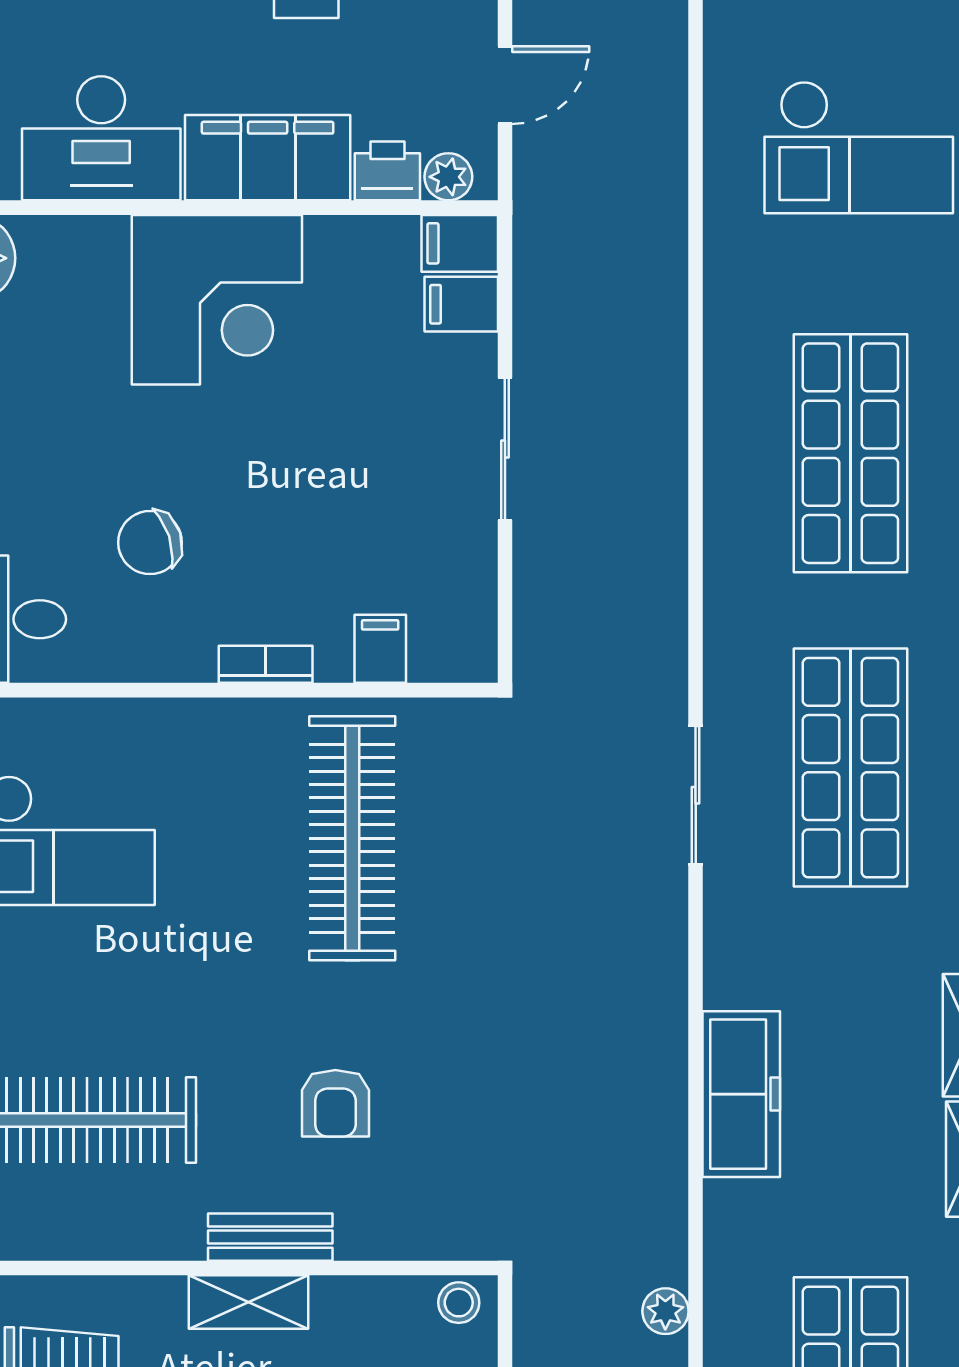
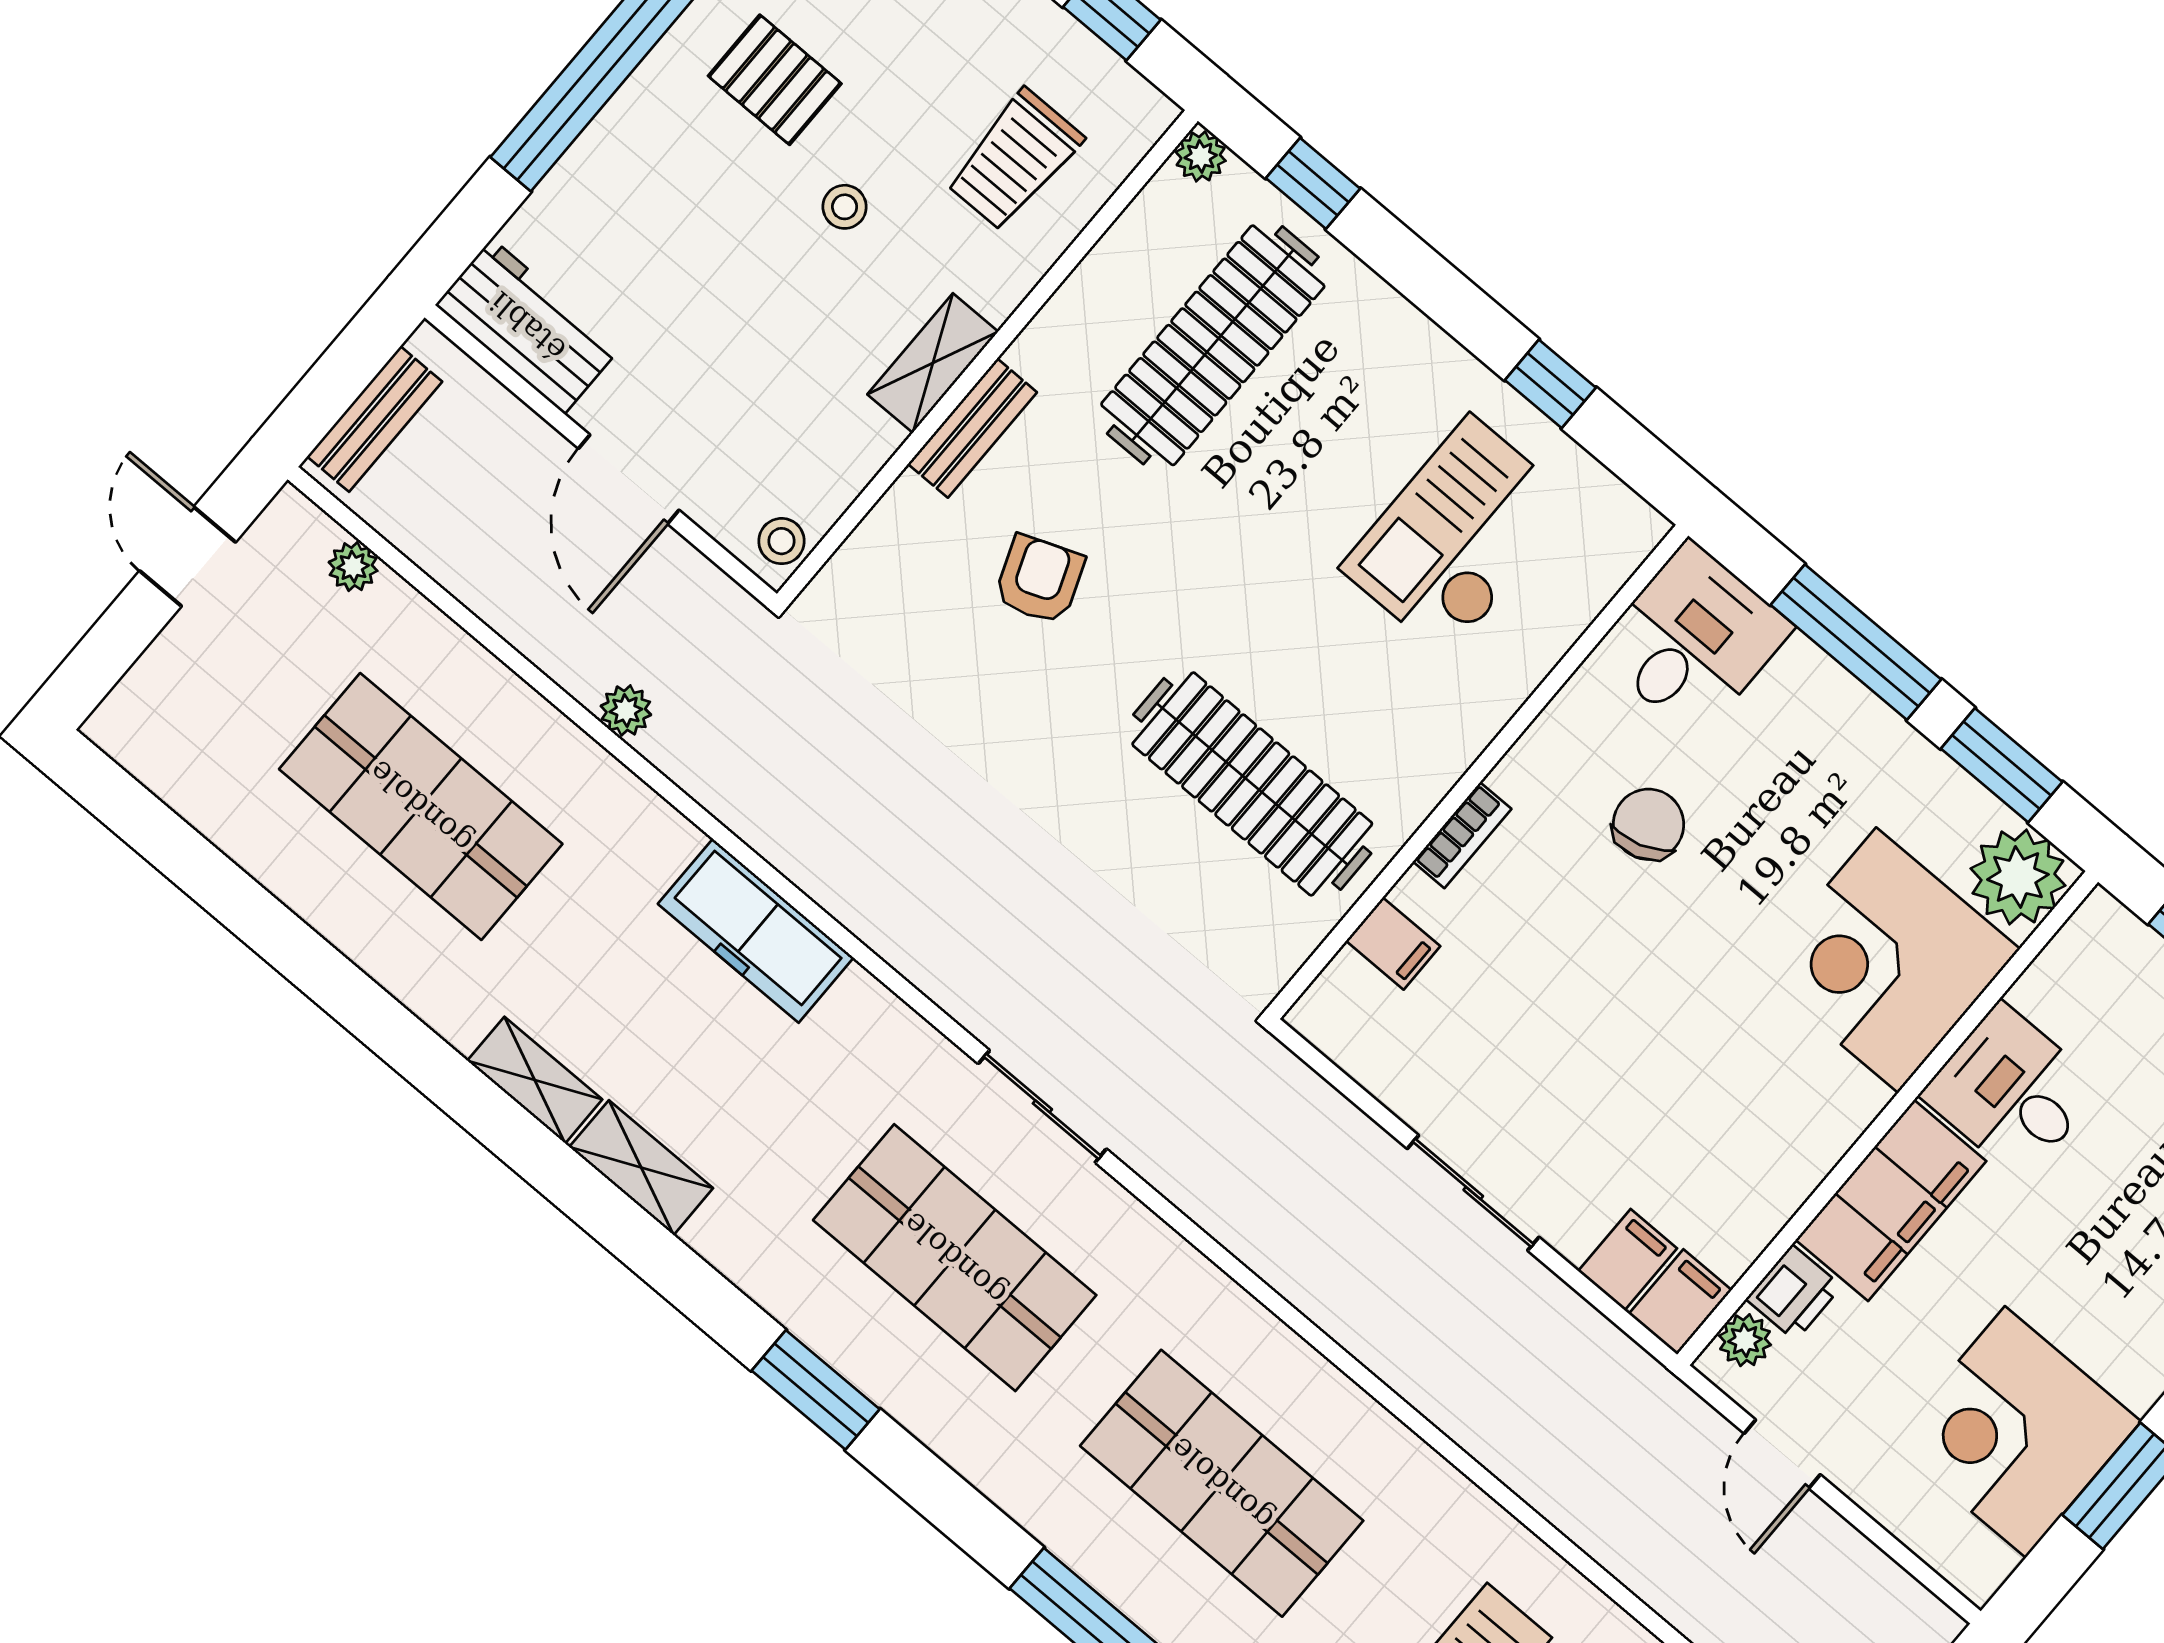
desk: (101, 138) -> (2011, 1091), width x0.73
corner desk: (217, 300) -> (1887, 960), moved
armchair: (335, 1103) -> (1039, 580), turned 69

